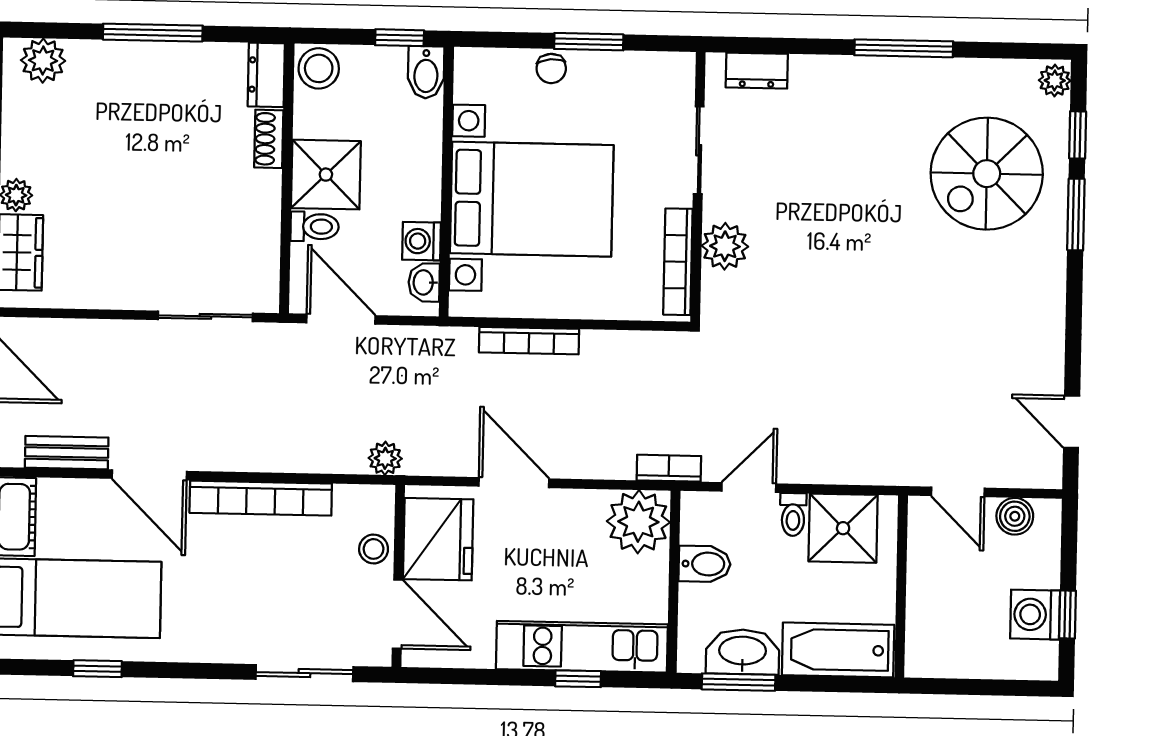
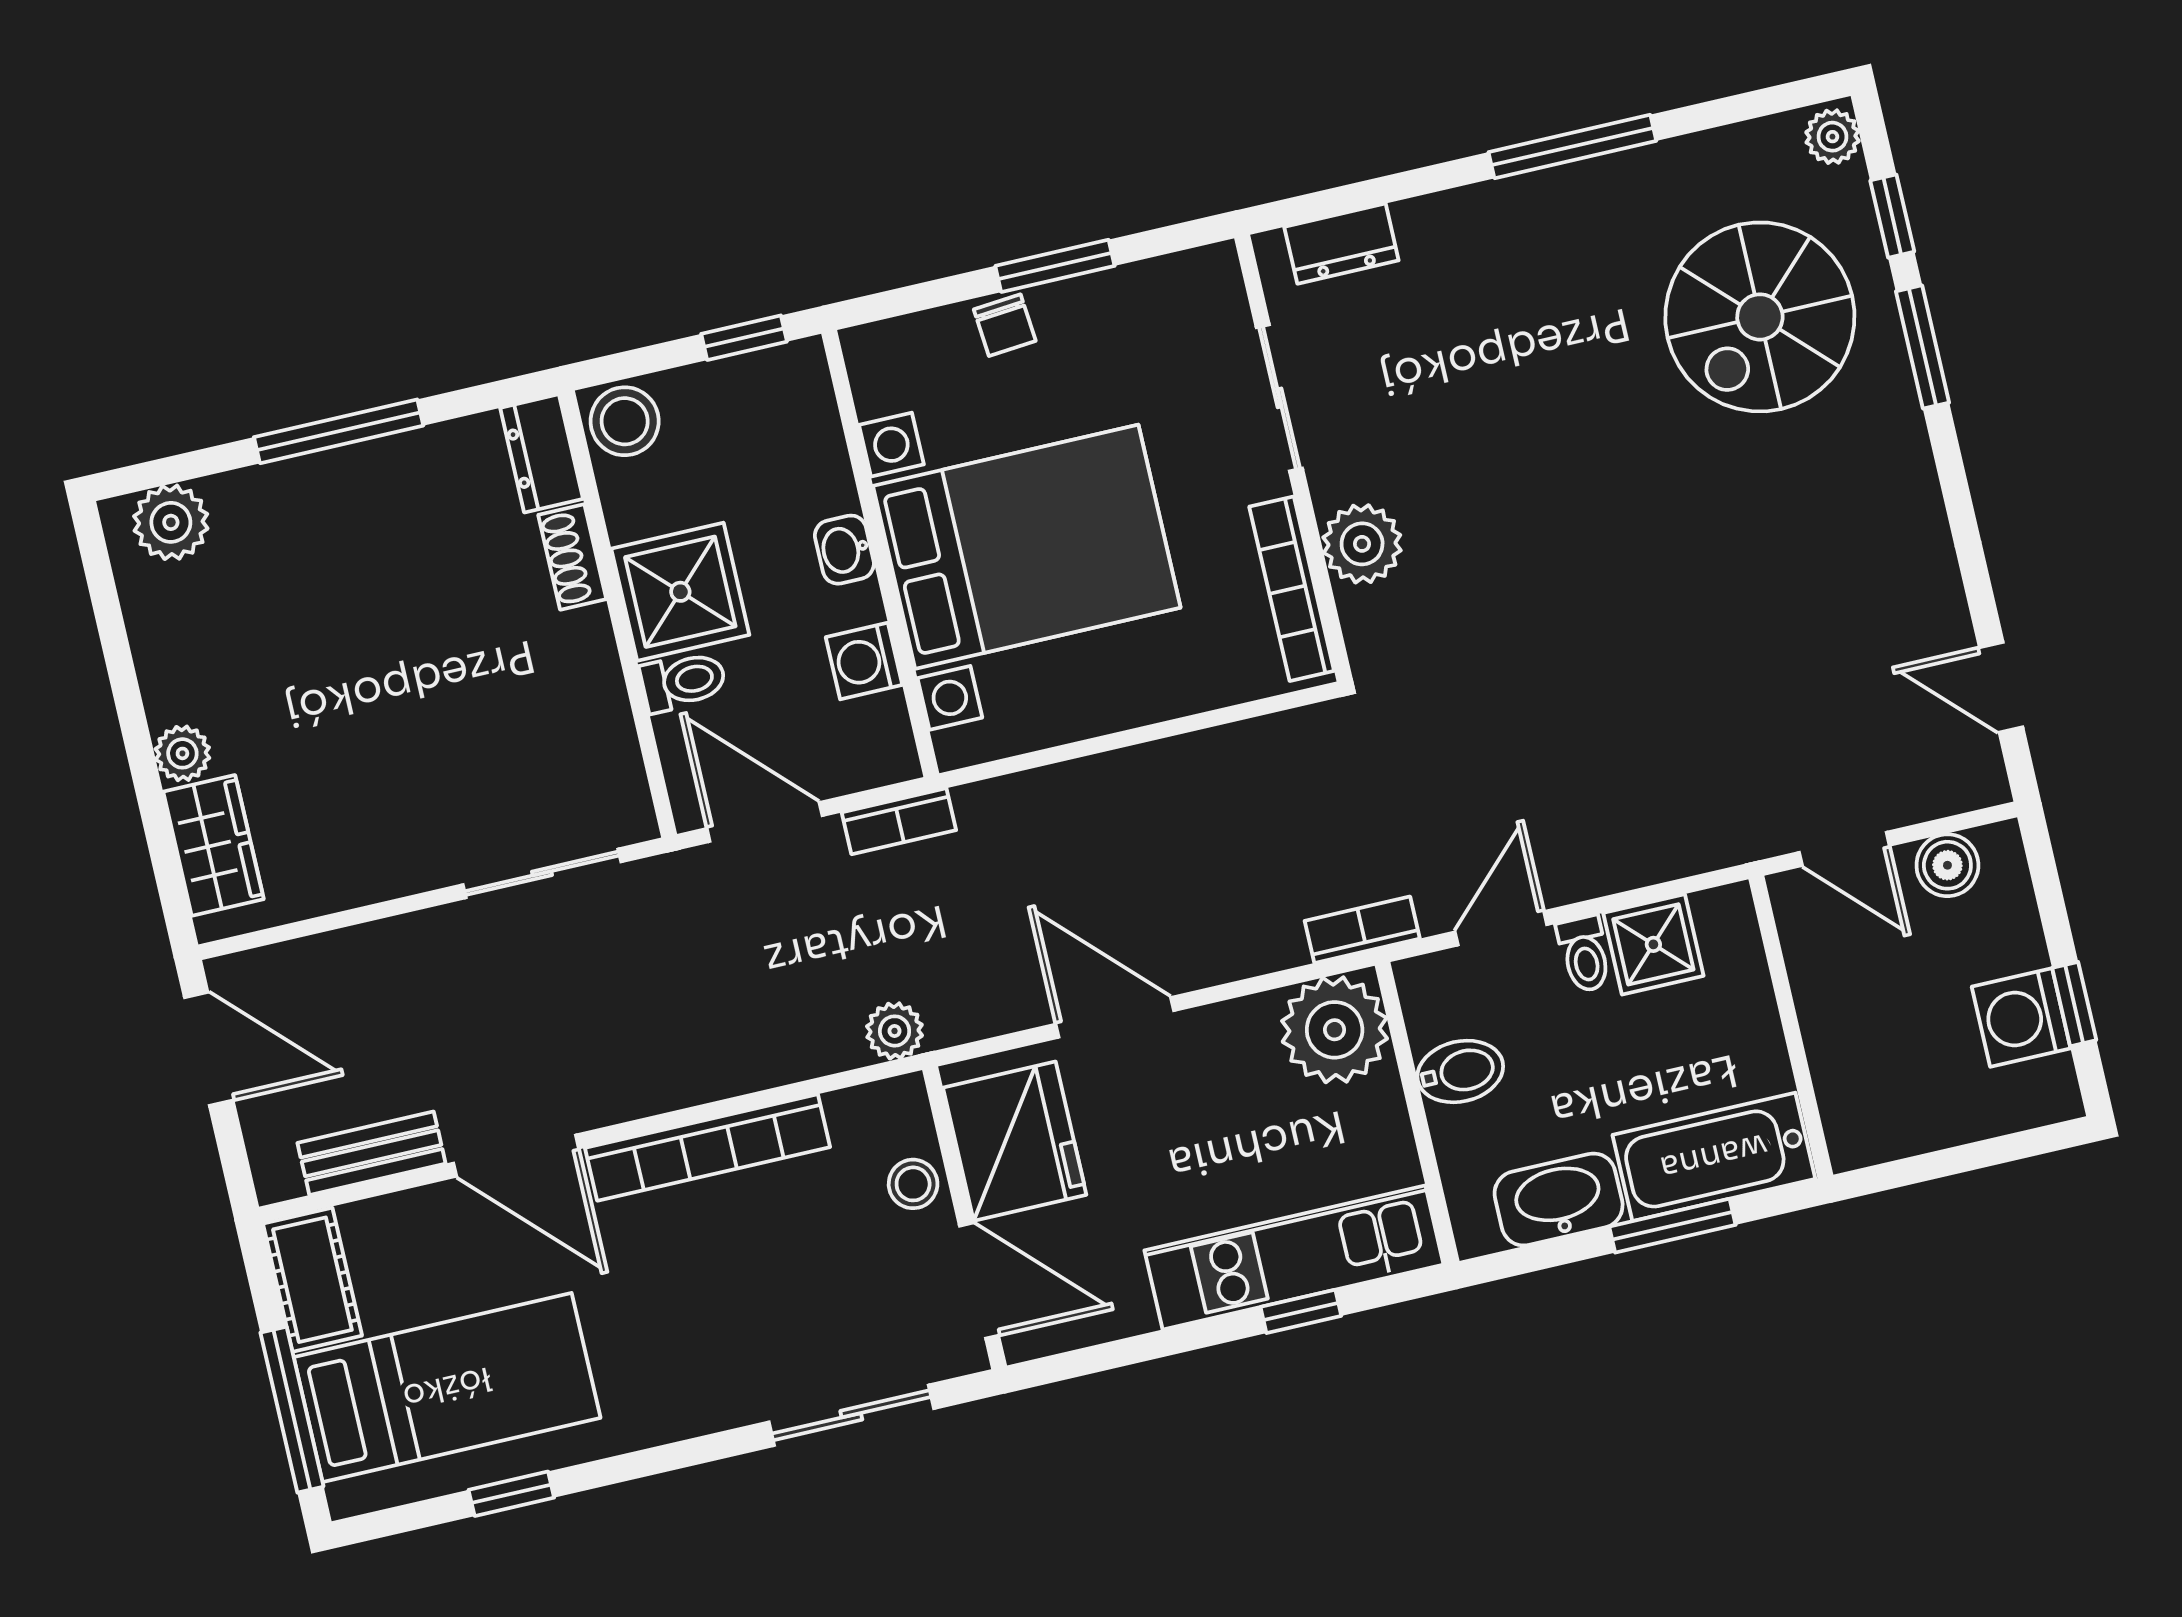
bidet: (426, 72) -> (802, 383), removed
washbasin: (424, 282) -> (844, 550), moved
bookcase: (529, 341) -> (899, 821), moved, width x0.64
shower: (843, 528) -> (1653, 944), width x0.73, depth x0.73
window: (739, 682) -> (1672, 1226), moved

